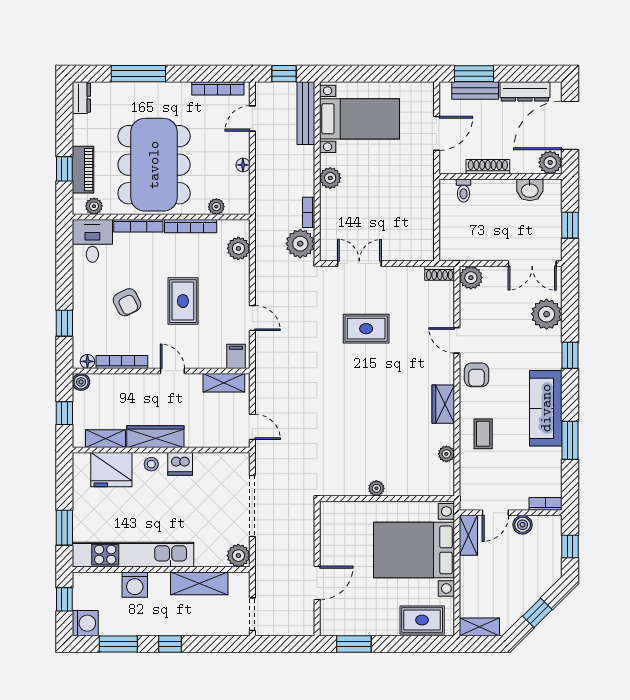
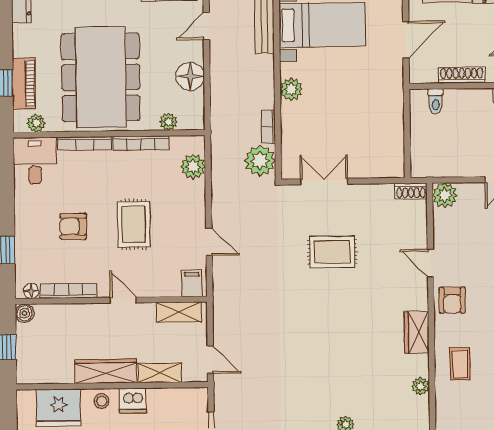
floor lamp: (243, 165) -> (190, 76), width x1.89, depth x1.89
armchair: (127, 302) -> (73, 226), turned 117
shelving: (105, 439) -> (160, 373), moved

